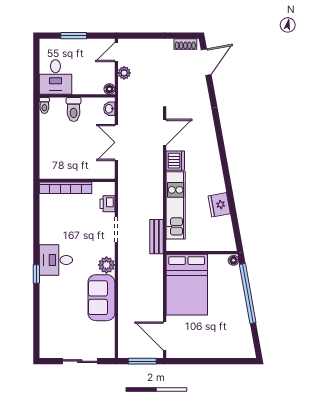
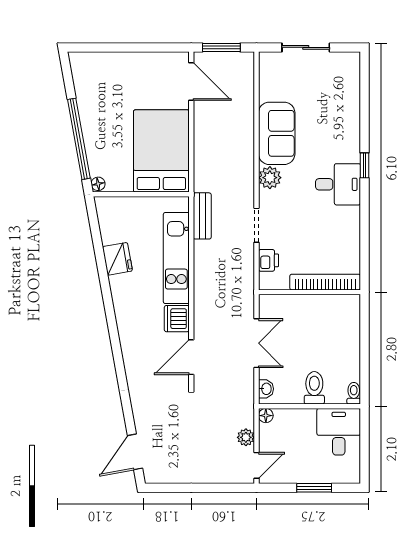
shoe rack: (185, 44) -> (163, 476), removed

